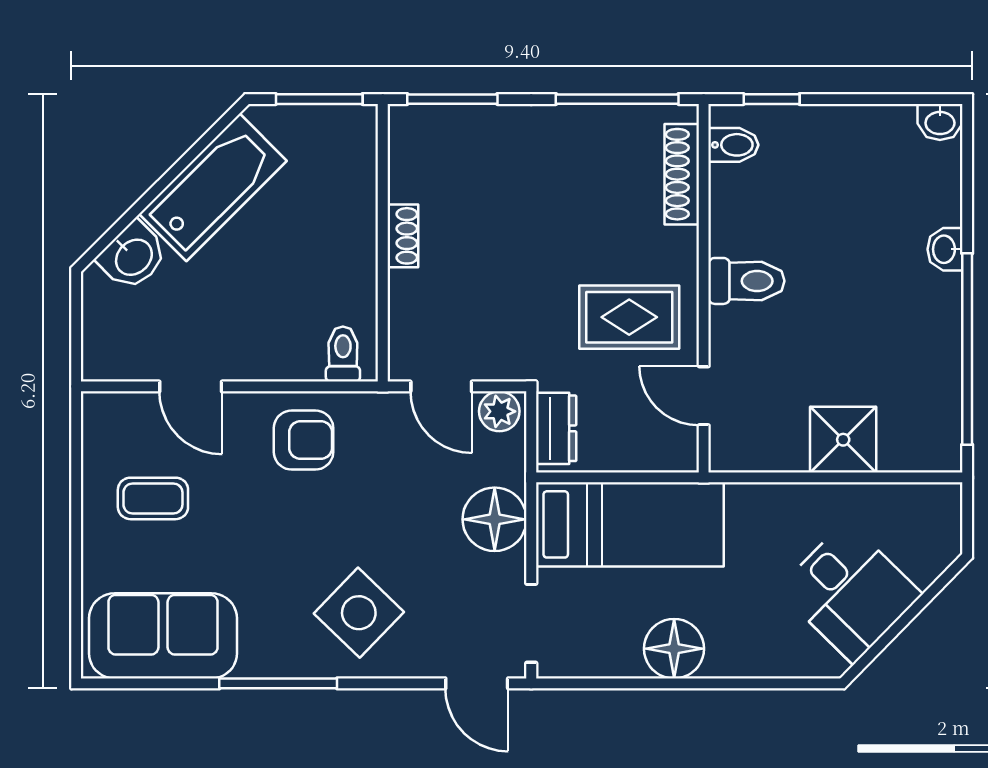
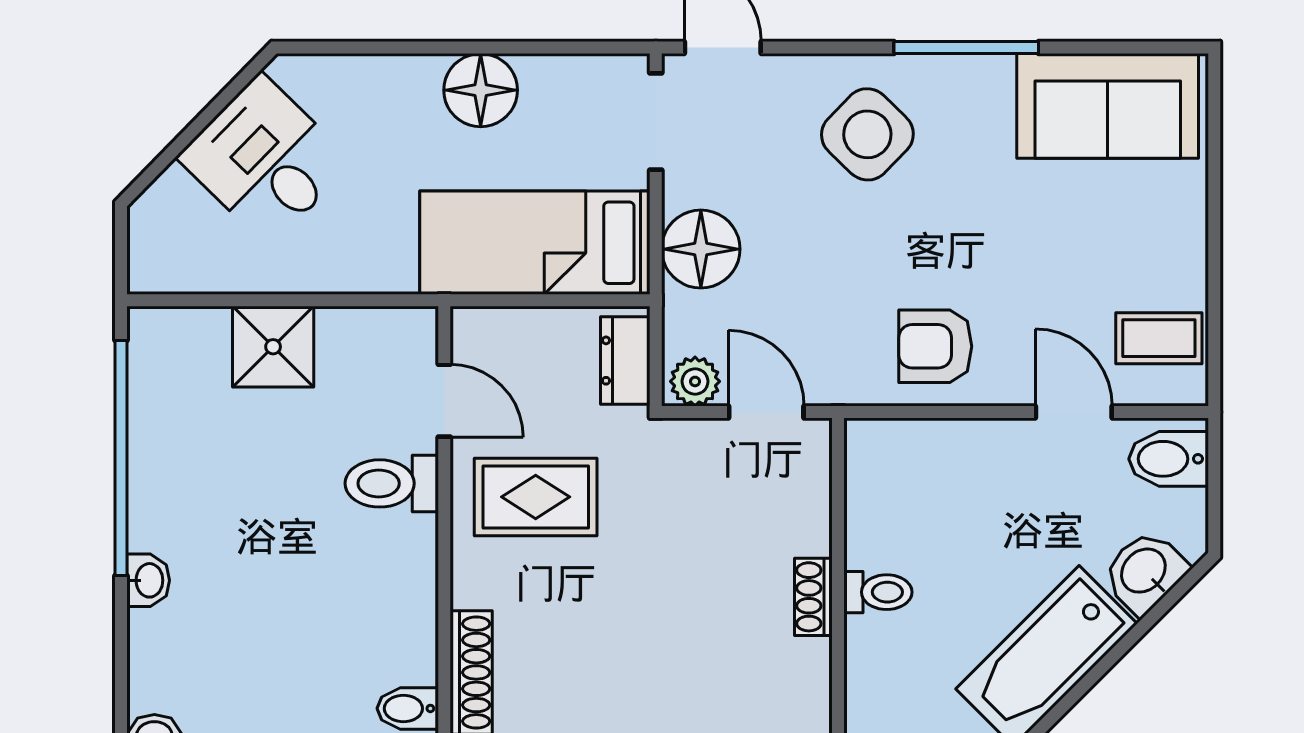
toilet: (746, 281) -> (392, 483), moved
bidet: (113, 348) -> (1169, 459), added
toilet: (343, 354) -> (878, 592), moved, turned -90
coffee table: (153, 498) -> (1159, 338), moved

